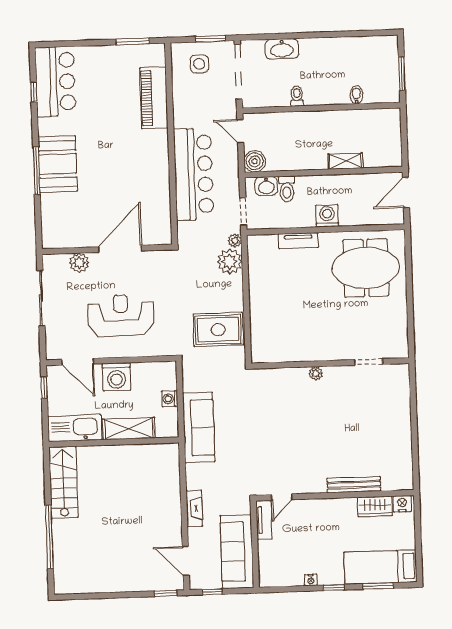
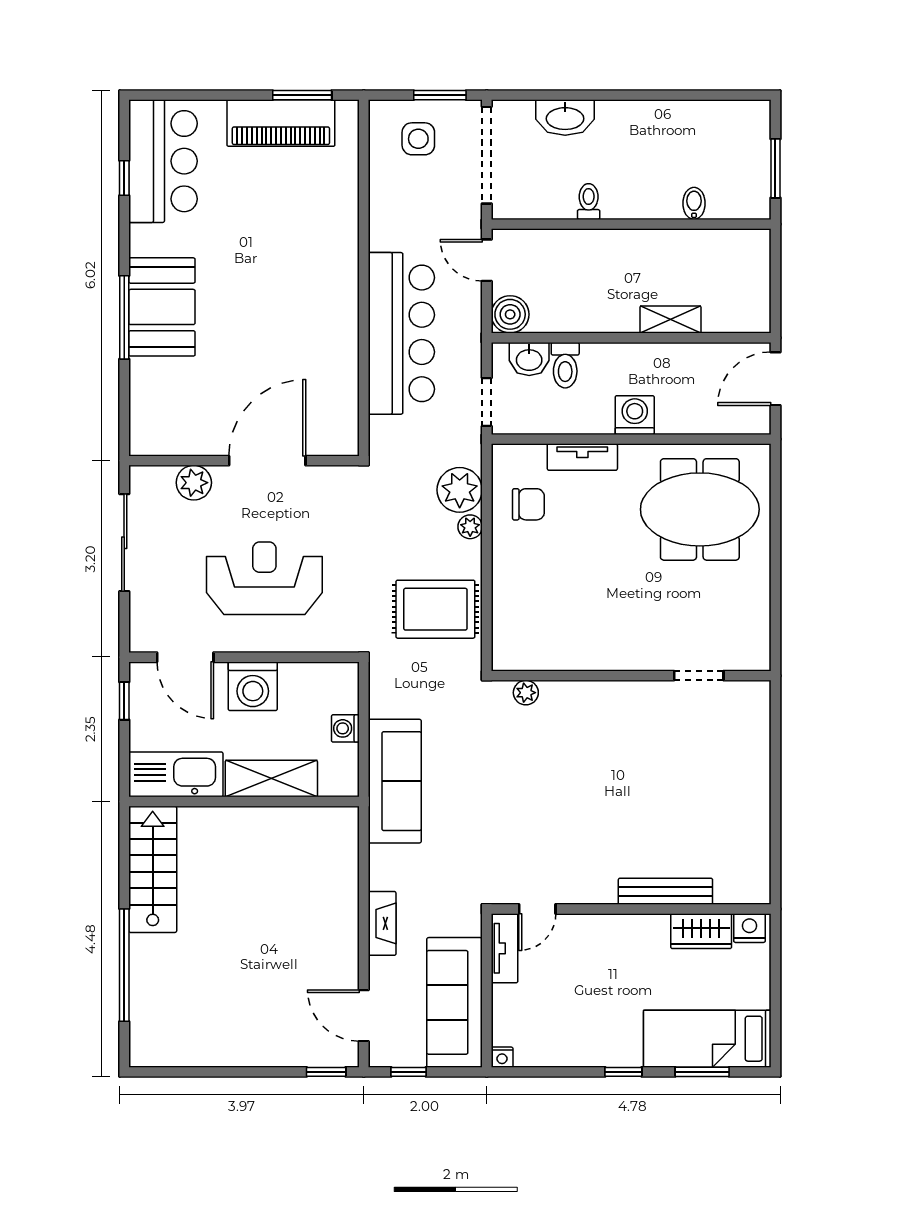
piano: (154, 98) -> (281, 123), moved, turned -90
plant: (235, 241) -> (470, 527), moved
chair: (269, 268) -> (528, 504), added
plant: (316, 373) -> (526, 693), moved
nightstand: (311, 580) -> (502, 1057), moved

